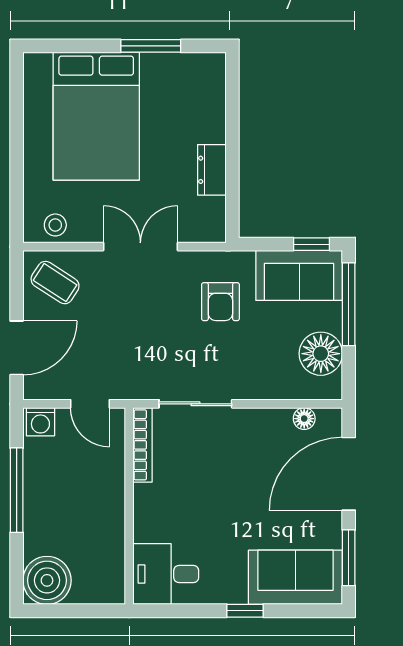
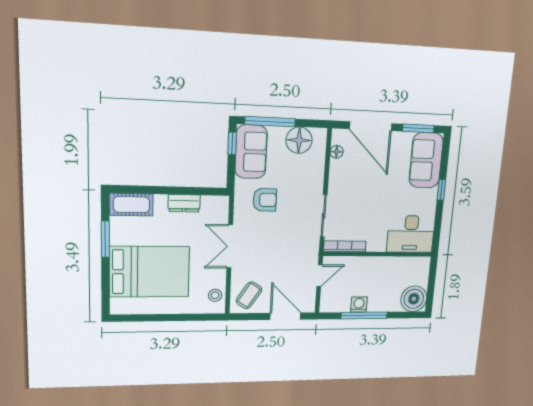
cot: (208, 87) -> (131, 205), added
washing machine: (40, 422) -> (359, 305), moved, turned -90
desk: (166, 574) -> (411, 234), width x1.37

